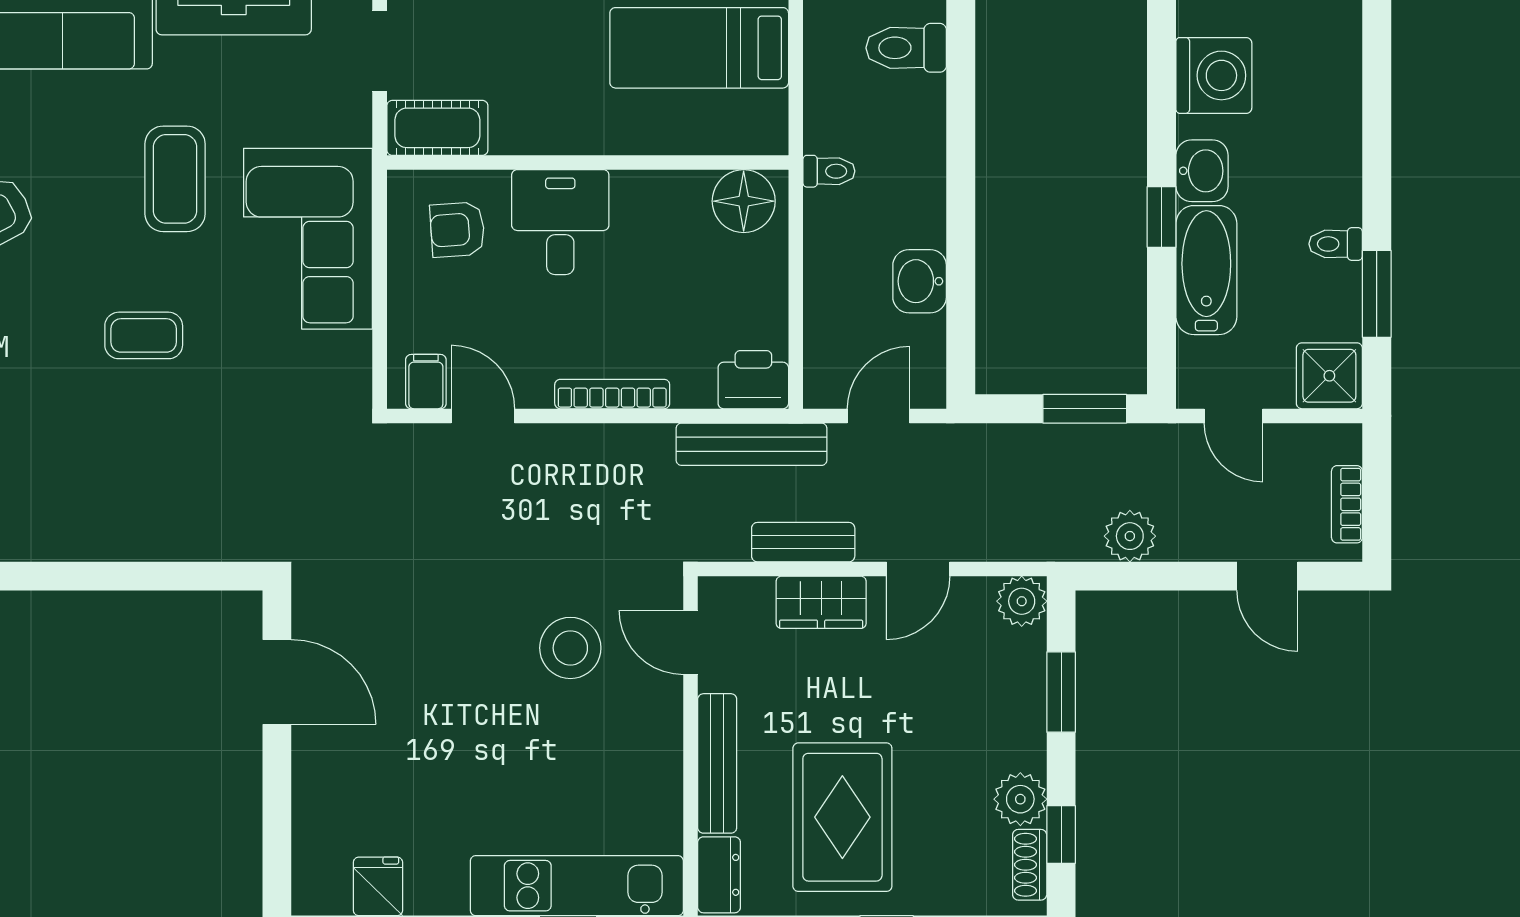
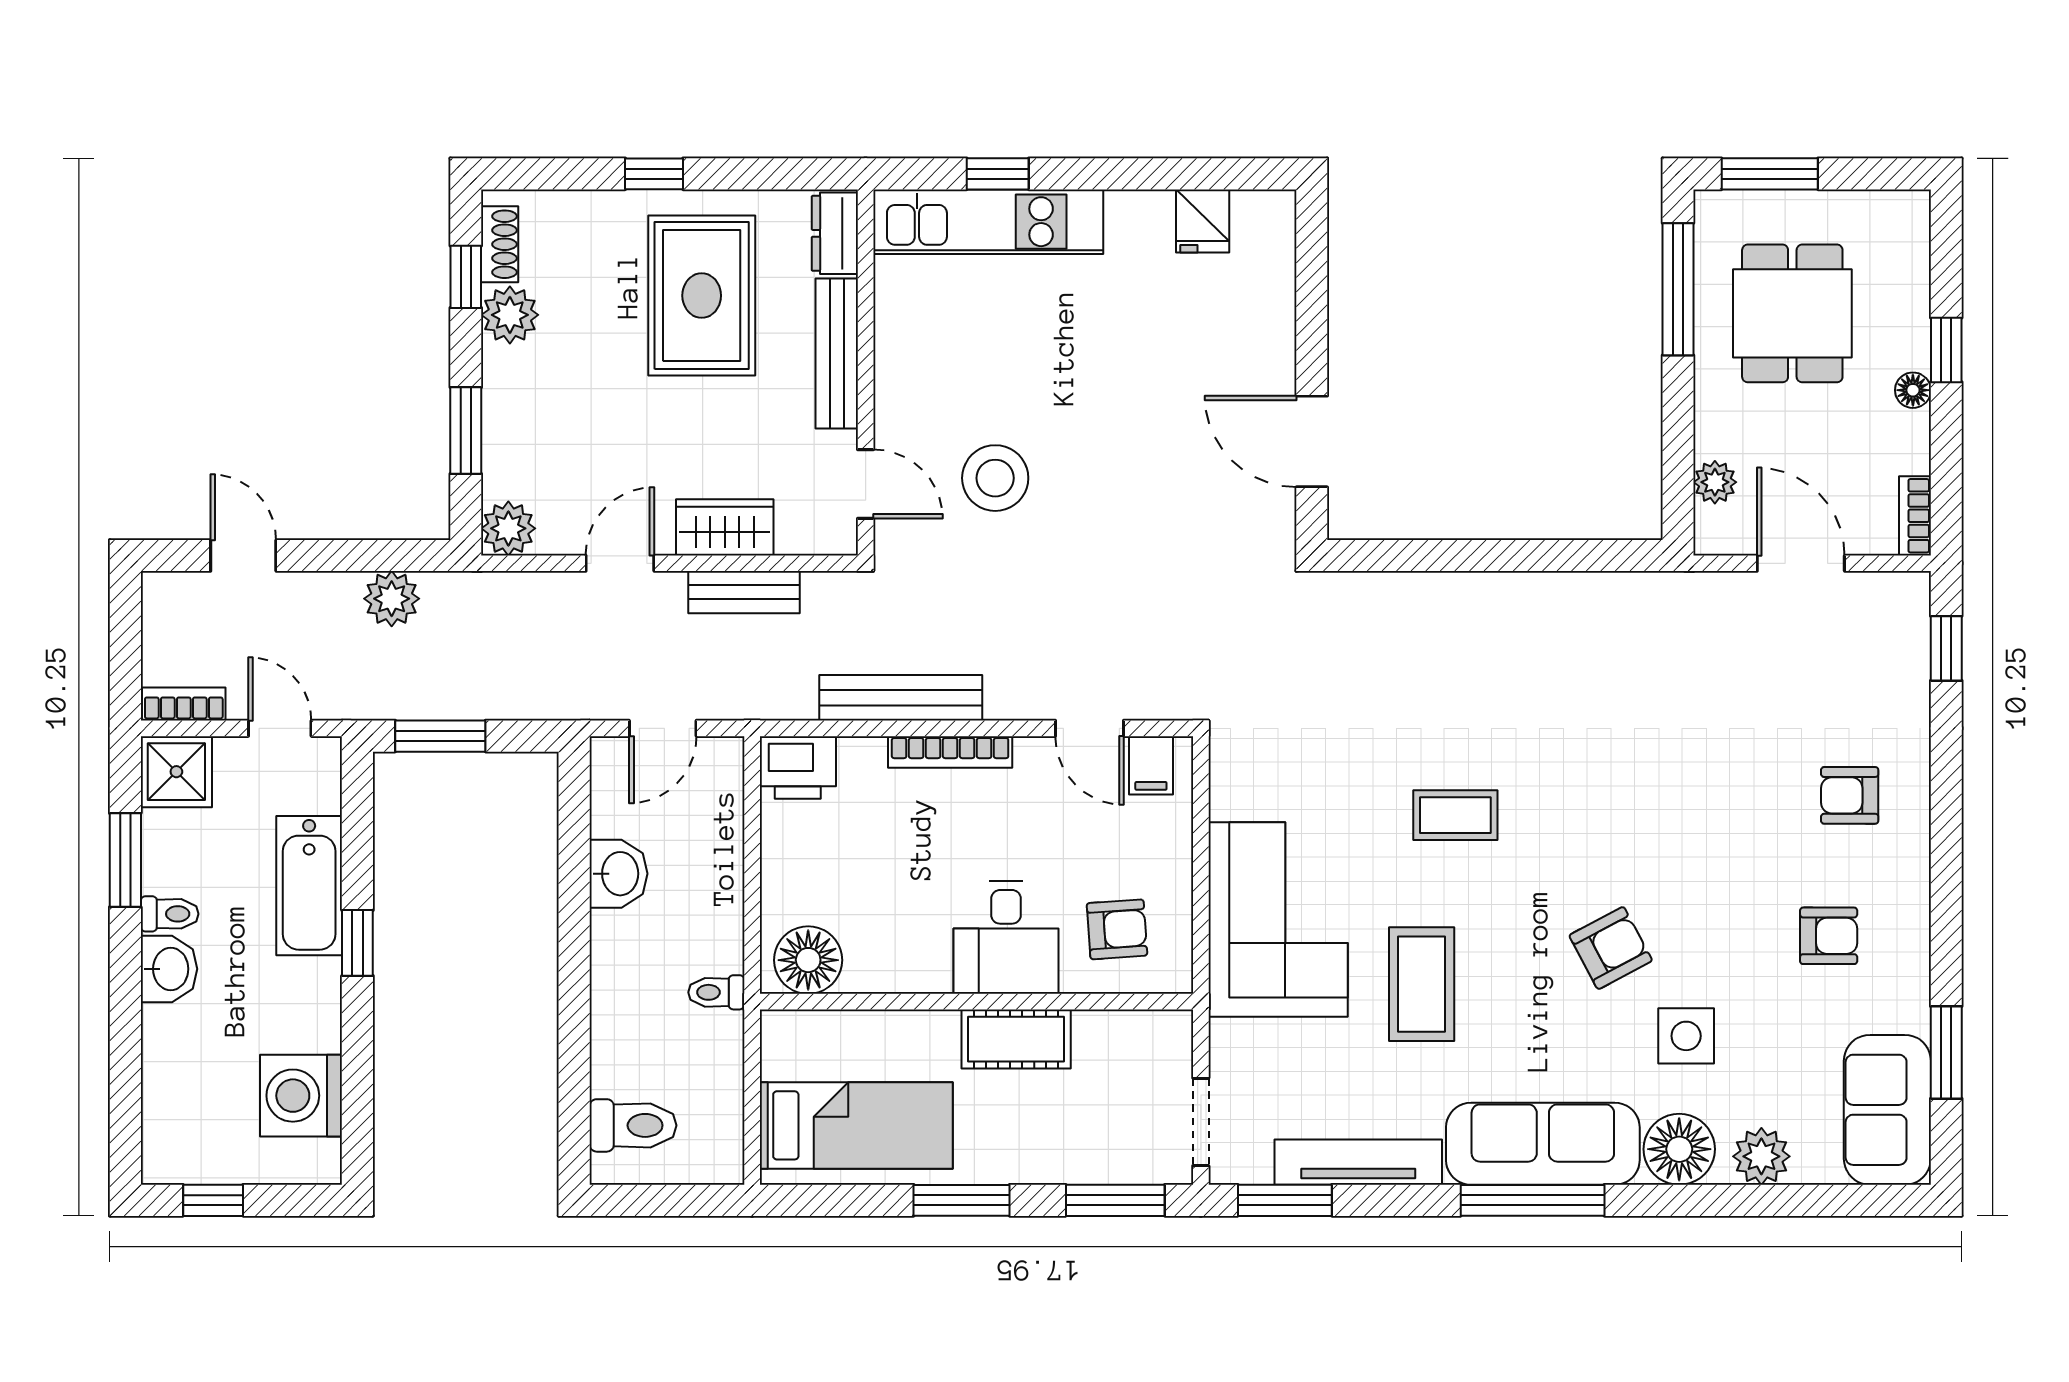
cot: (437, 128) -> (1016, 1039), moved
washbasin: (1202, 171) -> (169, 969), moved, turned 180
bench: (752, 444) -> (901, 698), moved
bookcase: (1347, 504) -> (184, 704), moved, turned -90

